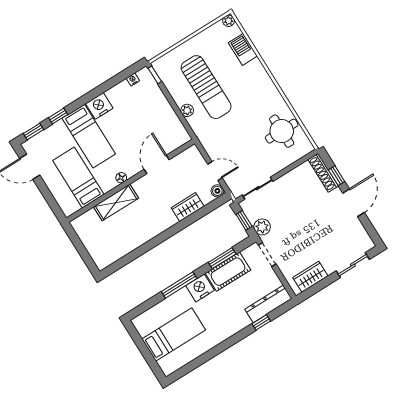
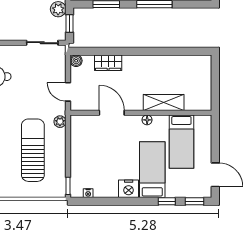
plant: (187, 110) -> (60, 122), moved
door: (157, 164) -> (112, 113), swing flipped
door: (215, 171) -> (68, 92), moved

